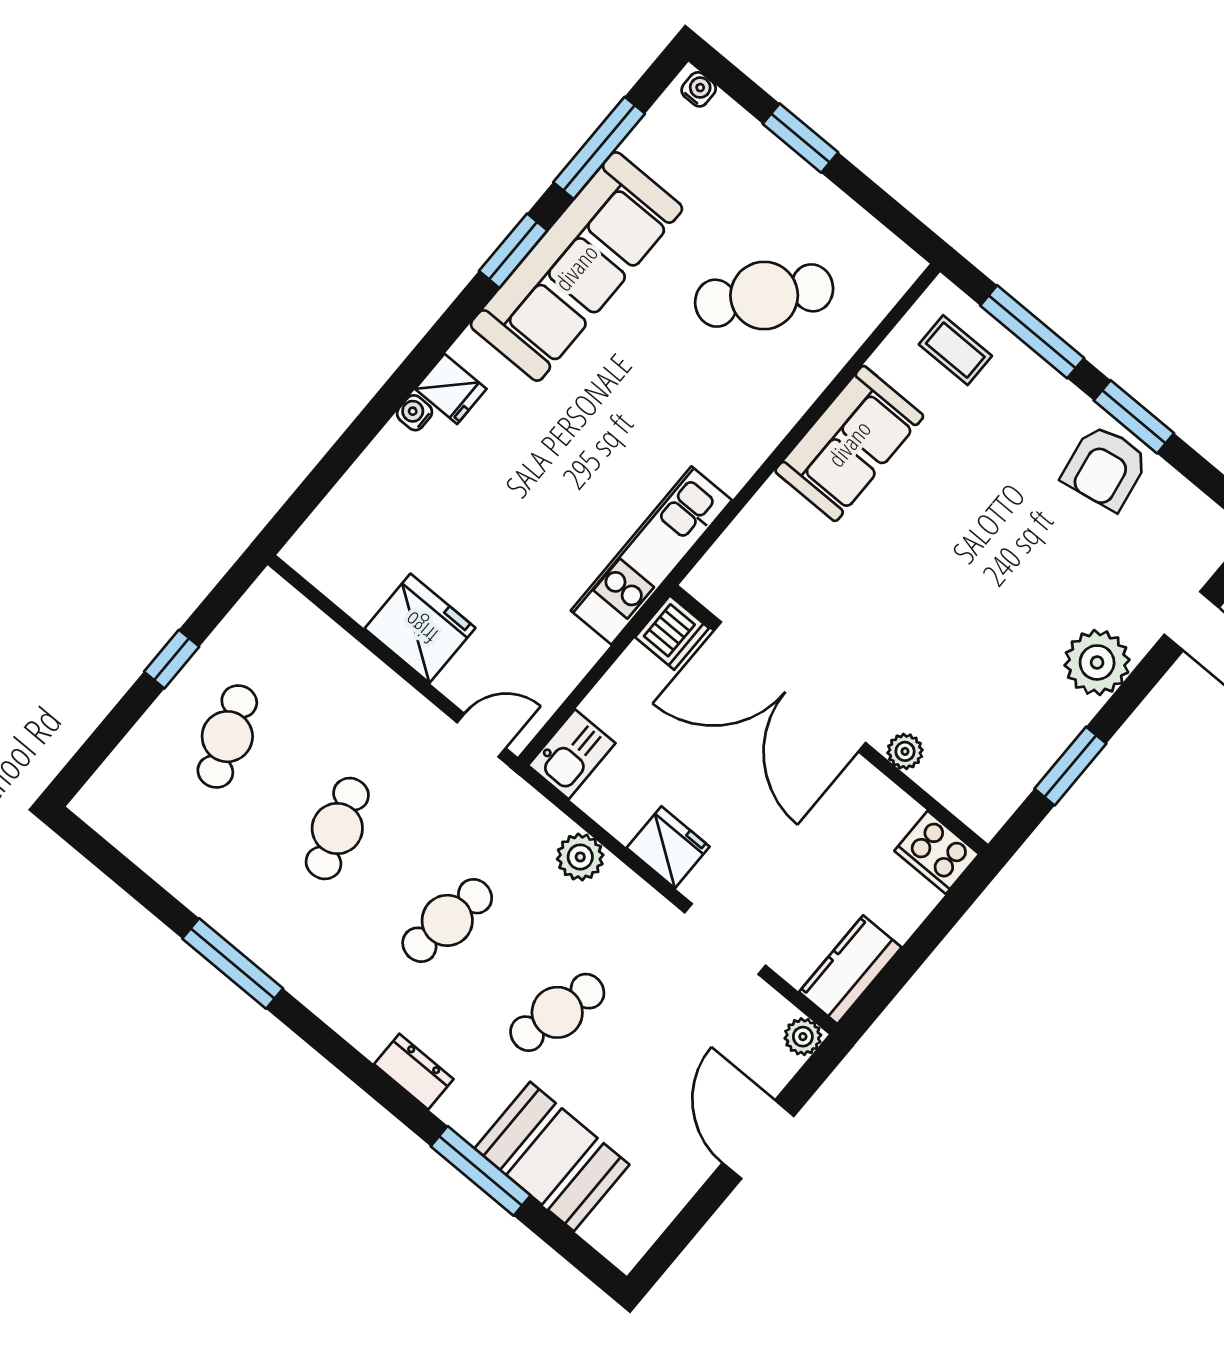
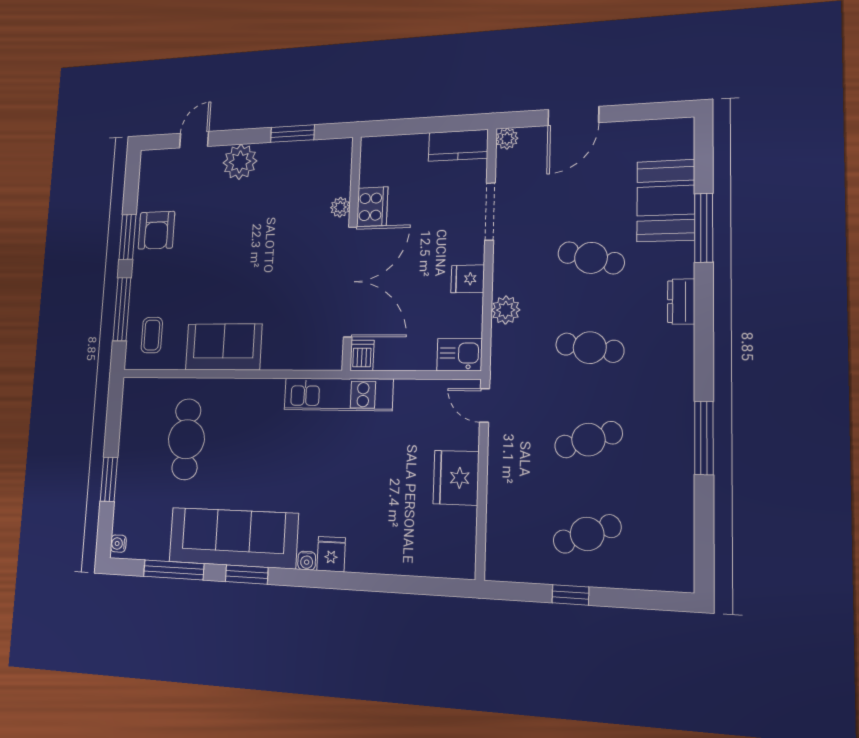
cafe table: (764, 296) -> (186, 439), turned 49
water cooler: (415, 413) -> (307, 561), moved
armchair: (1105, 468) -> (156, 230), turned 100
dishwasher: (672, 633) -> (362, 355), width x0.73
fridge: (668, 847) -> (468, 279), width x0.72
cooker: (937, 852) -> (372, 207), moved

